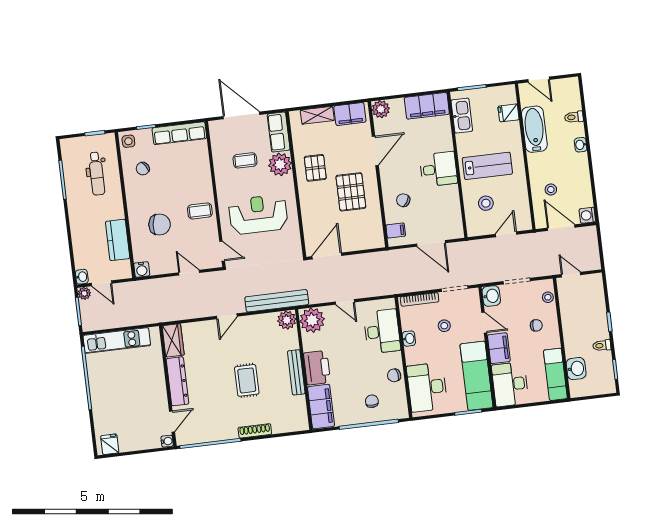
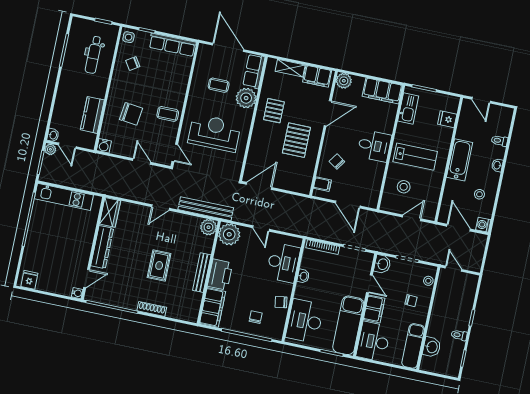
bathtub: (534, 129) -> (460, 160), moved
stool: (551, 190) -> (479, 194), moved
stool: (444, 326) -> (336, 275), removed

